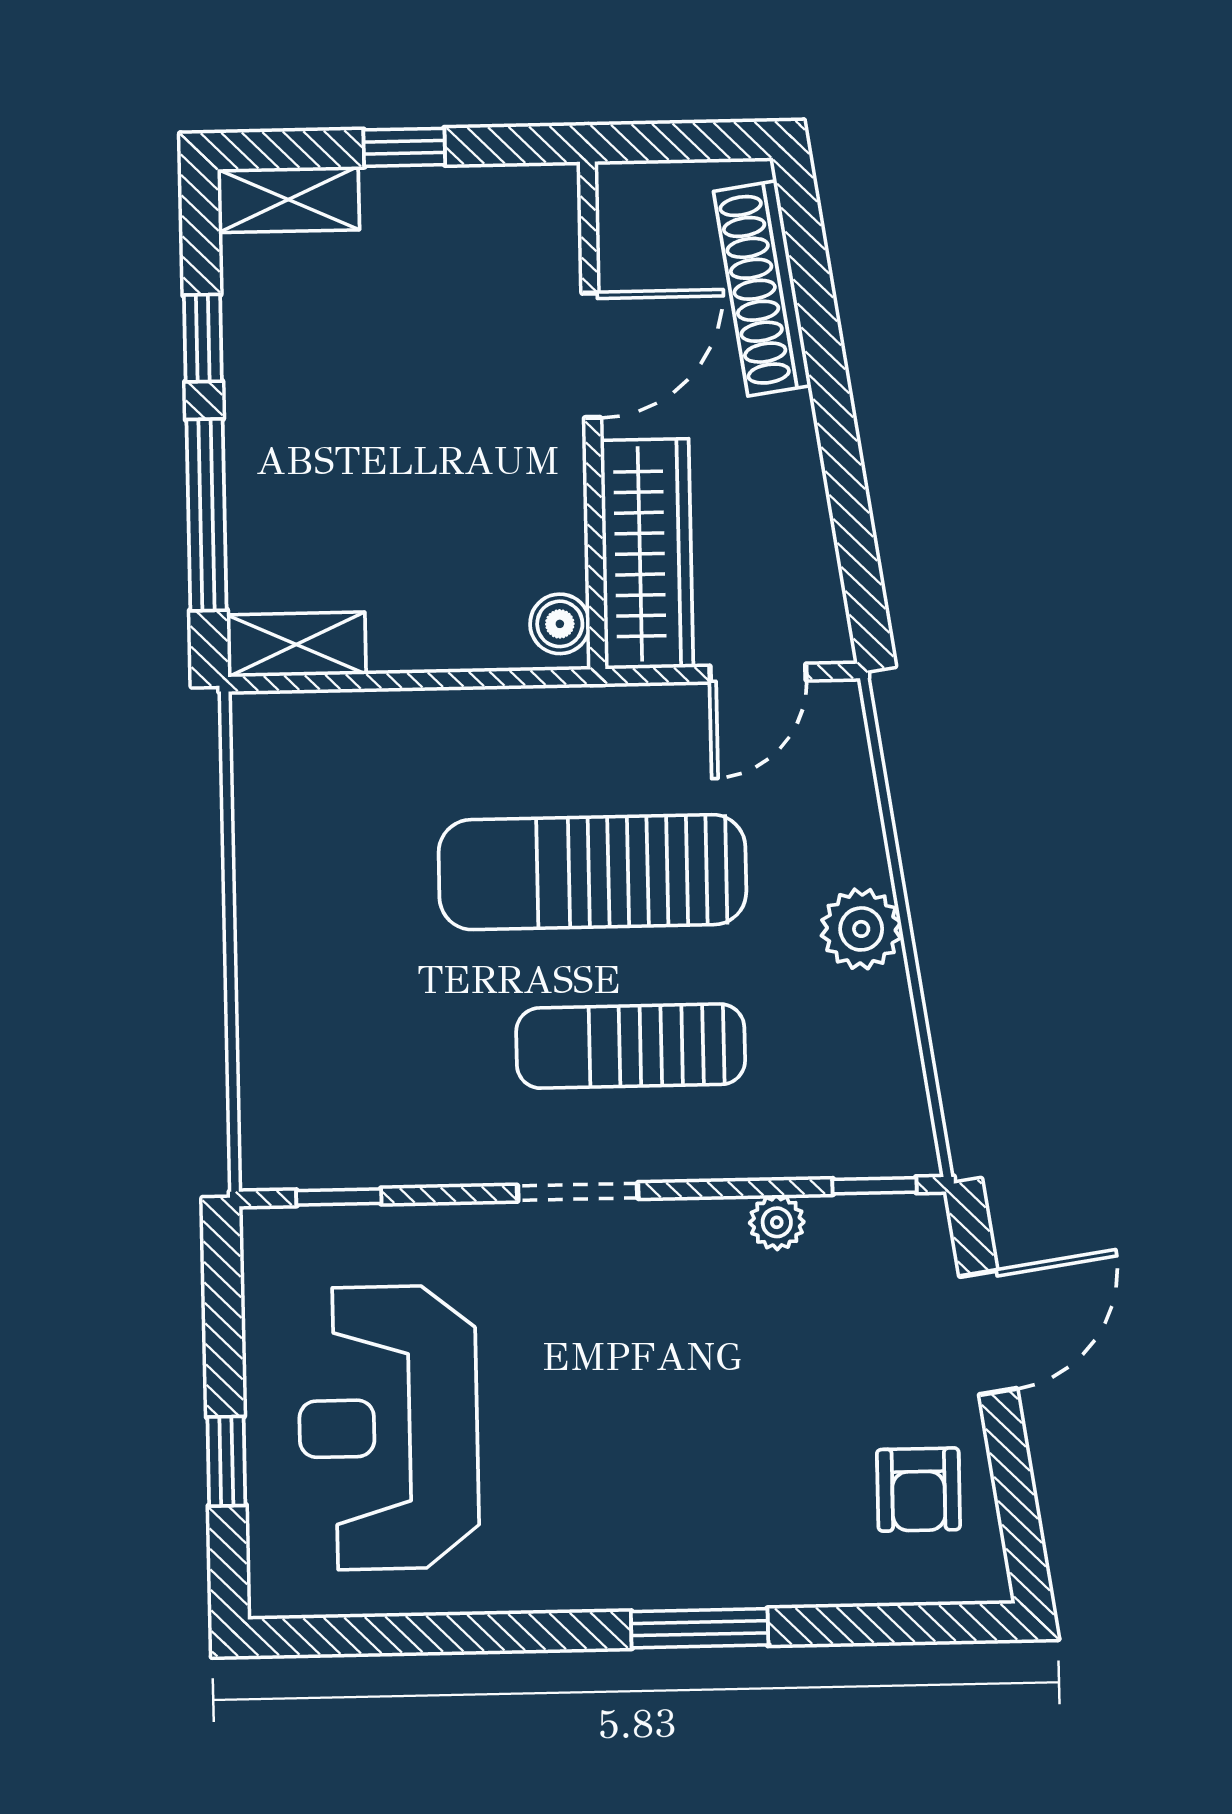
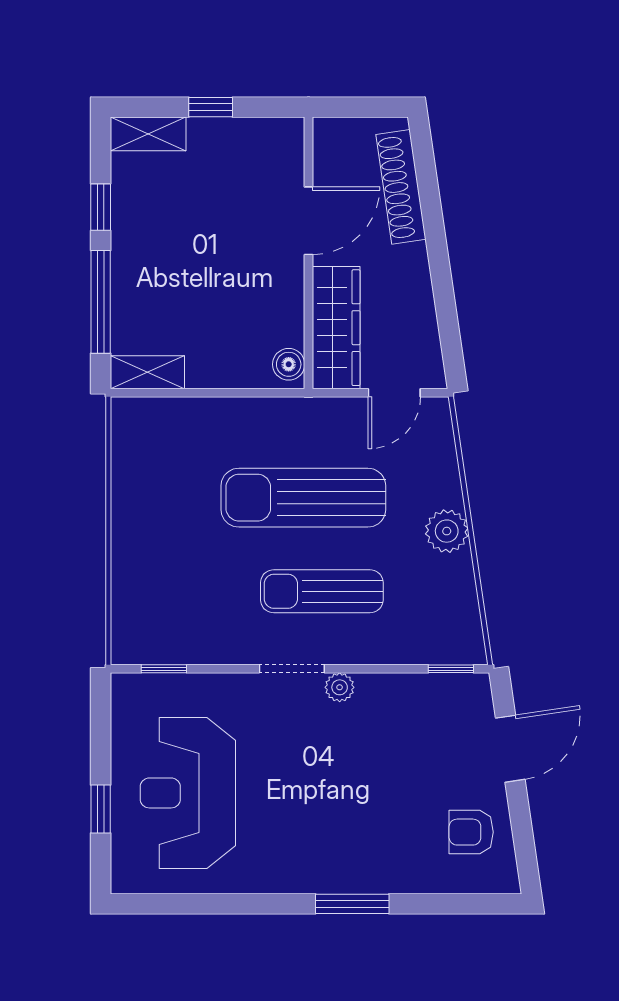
plant: (777, 1222) -> (340, 687), moved
armchair: (919, 1490) -> (471, 832), turned 90

